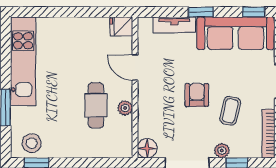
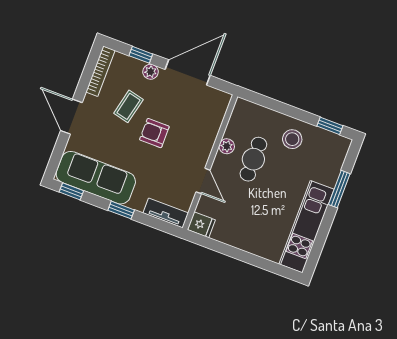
tv unit: (174, 25) -> (166, 213), moved
armchair: (197, 95) -> (154, 133), turned 90
stool: (32, 143) -> (292, 139), moved
floor lamp: (147, 148) -> (220, 100), removed

